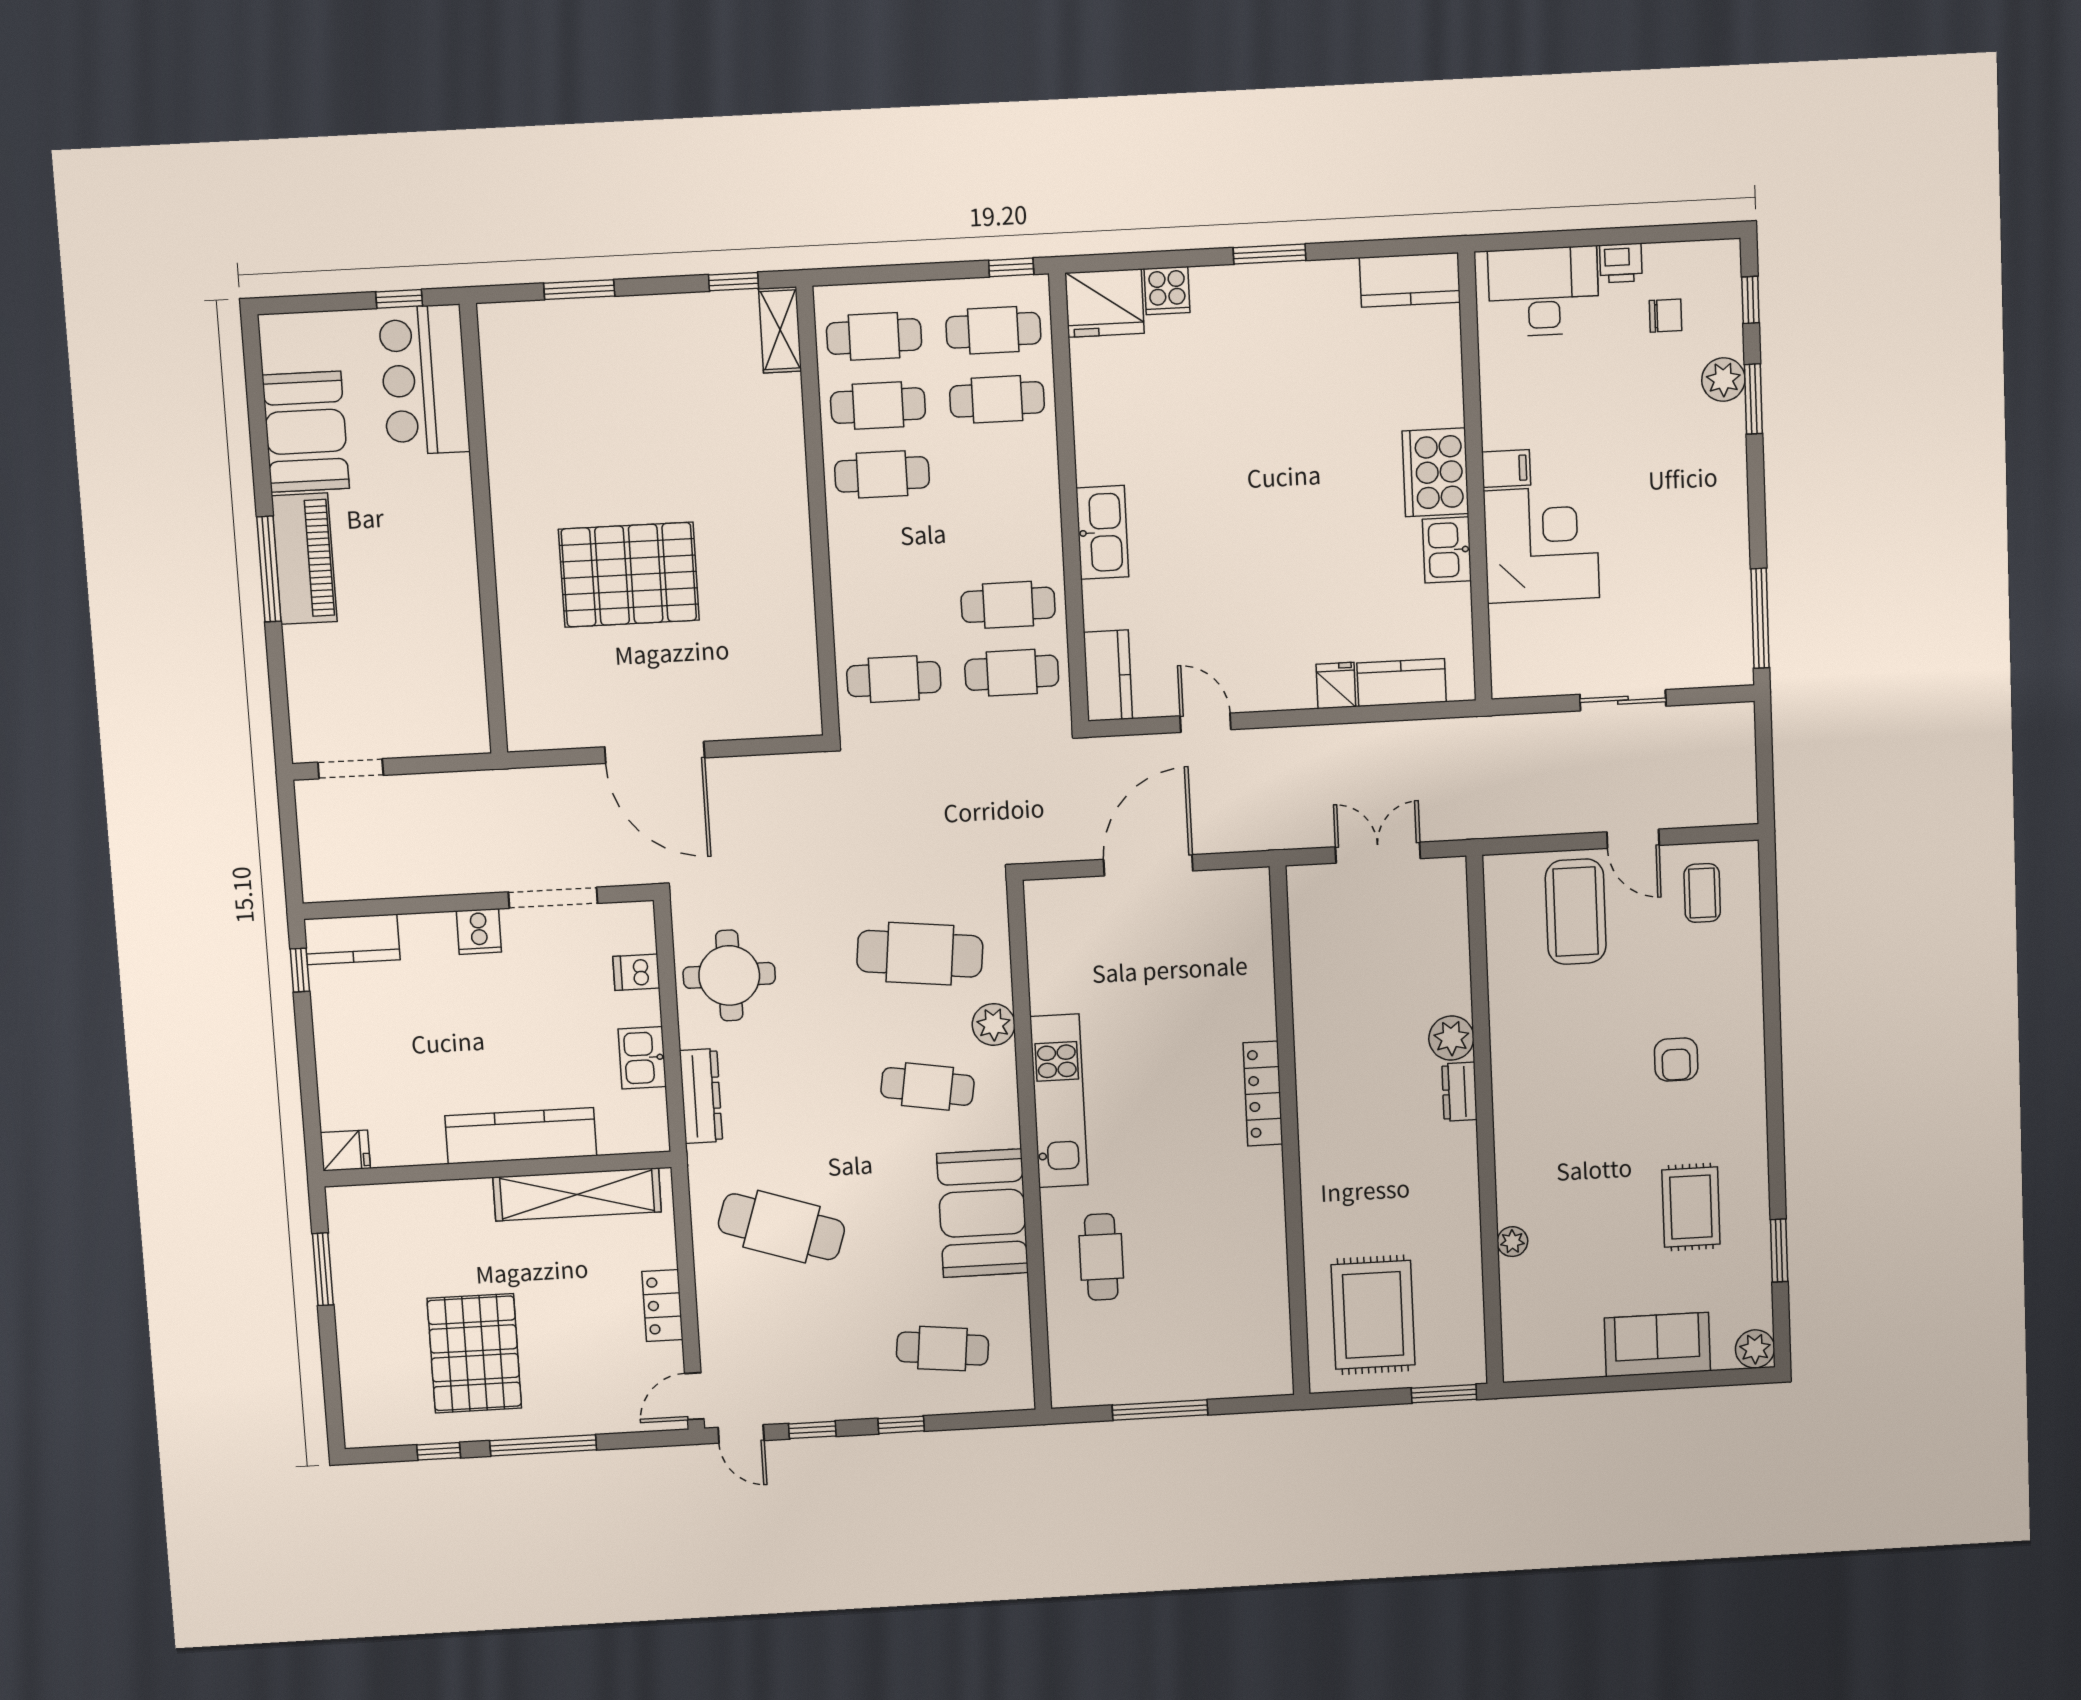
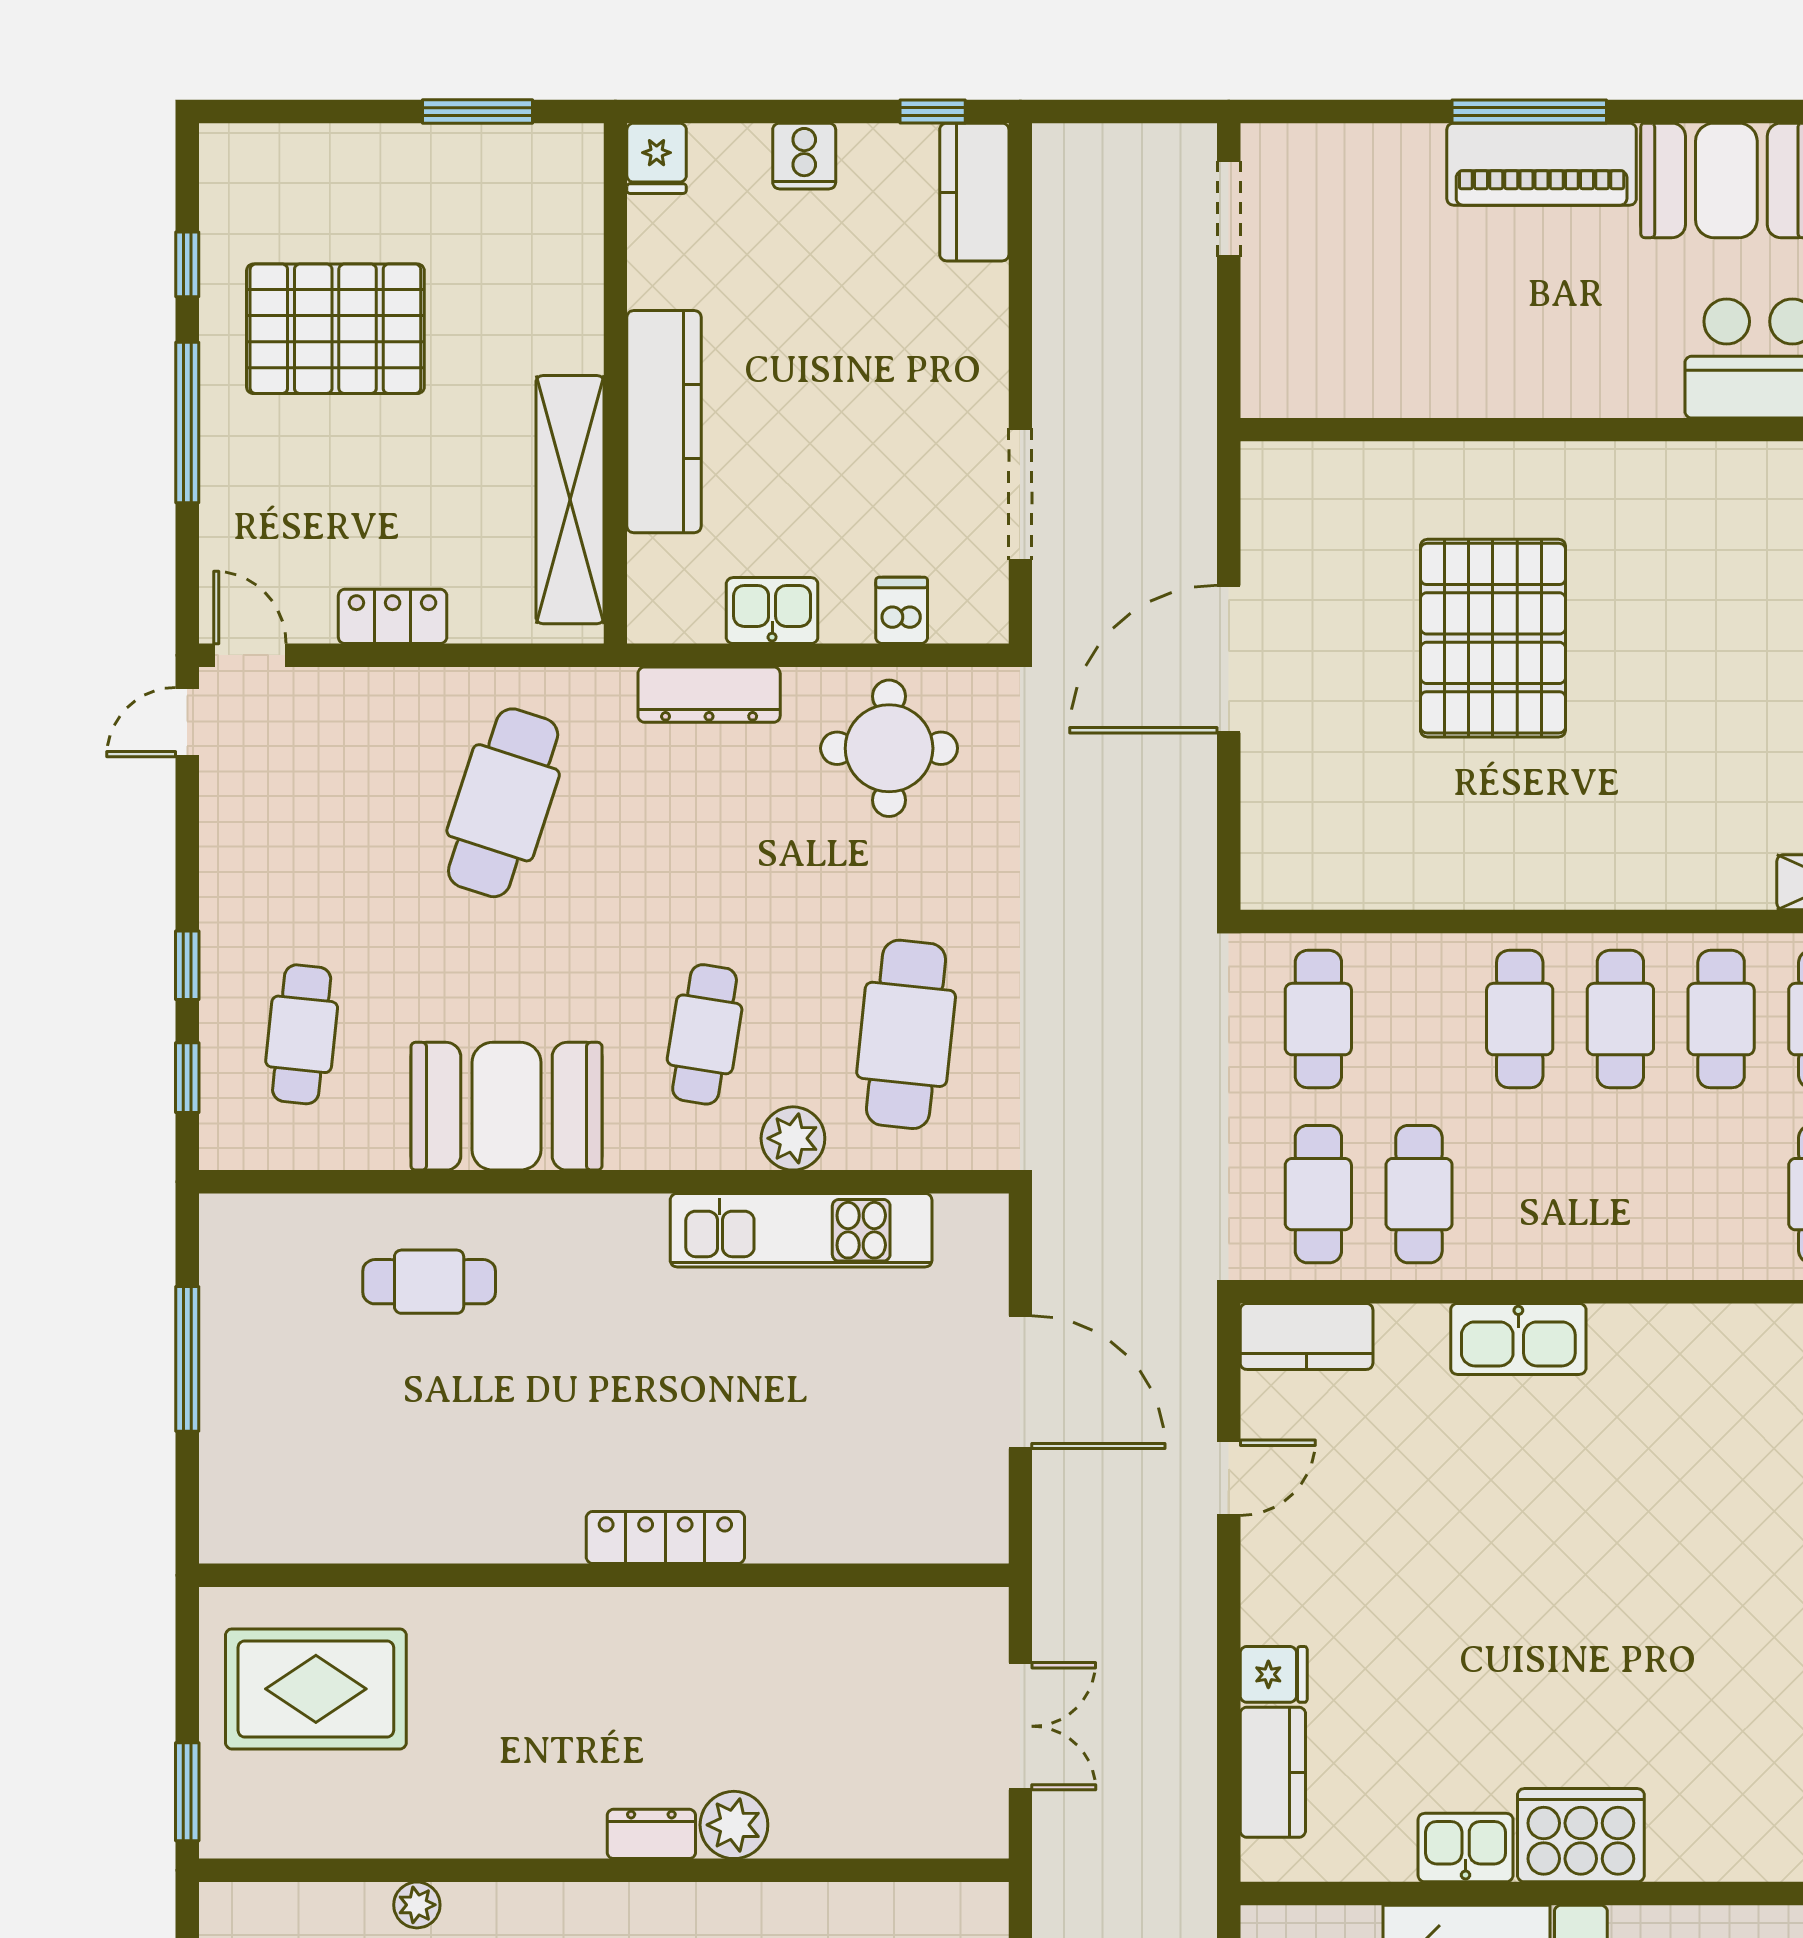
cafe table: (997, 399) -> (1520, 1019), moved
cooker: (479, 931) -> (804, 156), moved, turned -90
kitchen unit: (1059, 1101) -> (801, 1230), moved
window: (812, 1430) -> (187, 1078), moved

